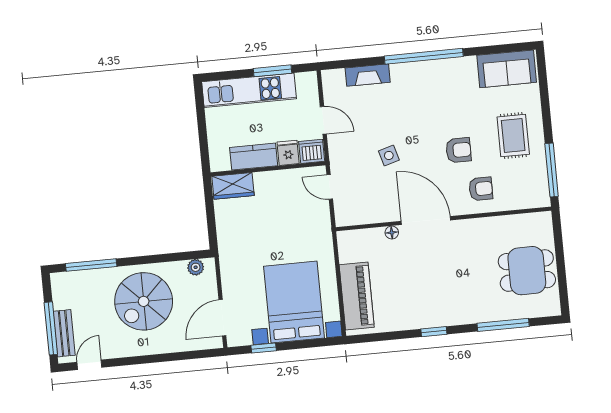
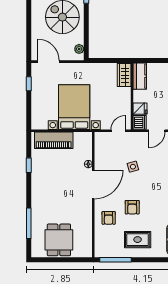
kitchen counter: (254, 157) -> (140, 76), moved
bed with nightstands: (294, 302) -> (74, 107), moved, turned -90
window: (434, 332) -> (29, 165), moved

